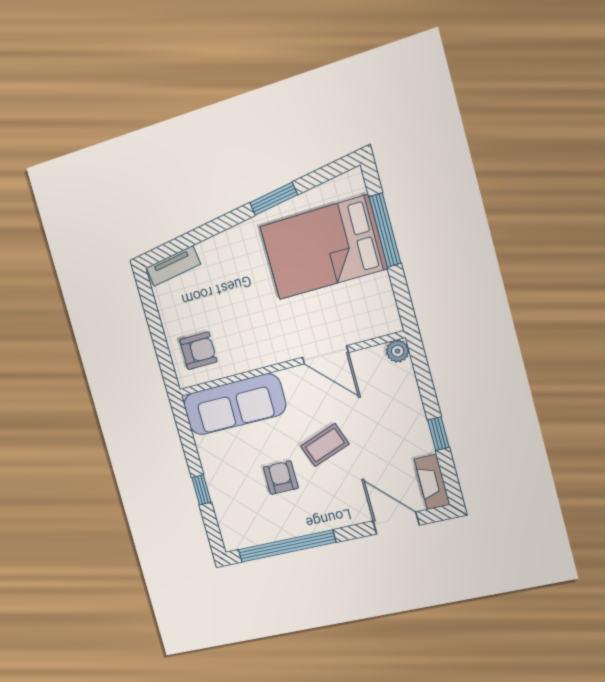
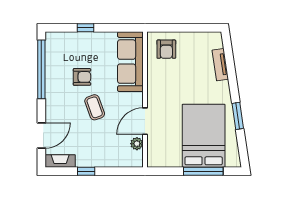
tv unit: (173, 266) -> (220, 65), moved
plant: (398, 351) -> (137, 144), moved

